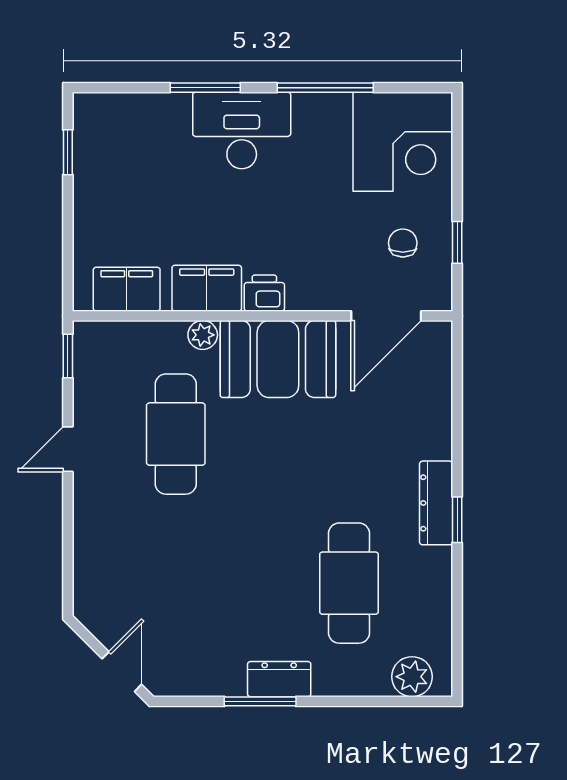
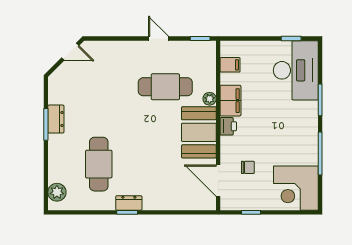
desk: (242, 130) -> (296, 70), moved, width x1.36, depth x1.30
chair: (403, 243) -> (248, 167), moved
filing cabinet: (127, 289) -> (230, 65), width x0.50
dresser: (436, 503) -> (129, 203), width x0.70
cafe table: (349, 583) -> (99, 164), turned 90
door: (122, 672) -> (70, 52), moved
dresser: (279, 679) -> (56, 119), moved

